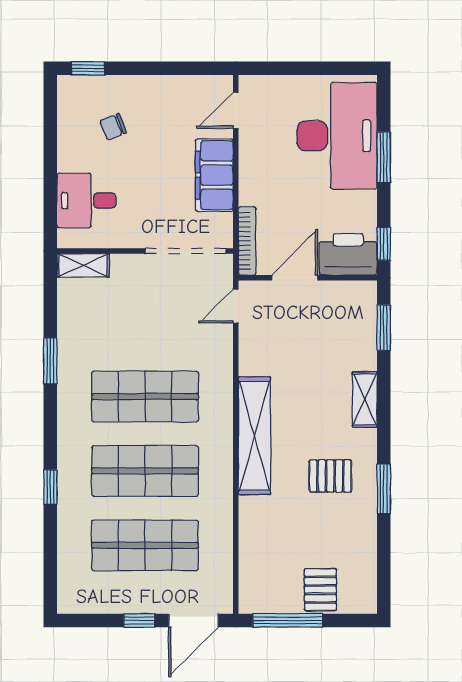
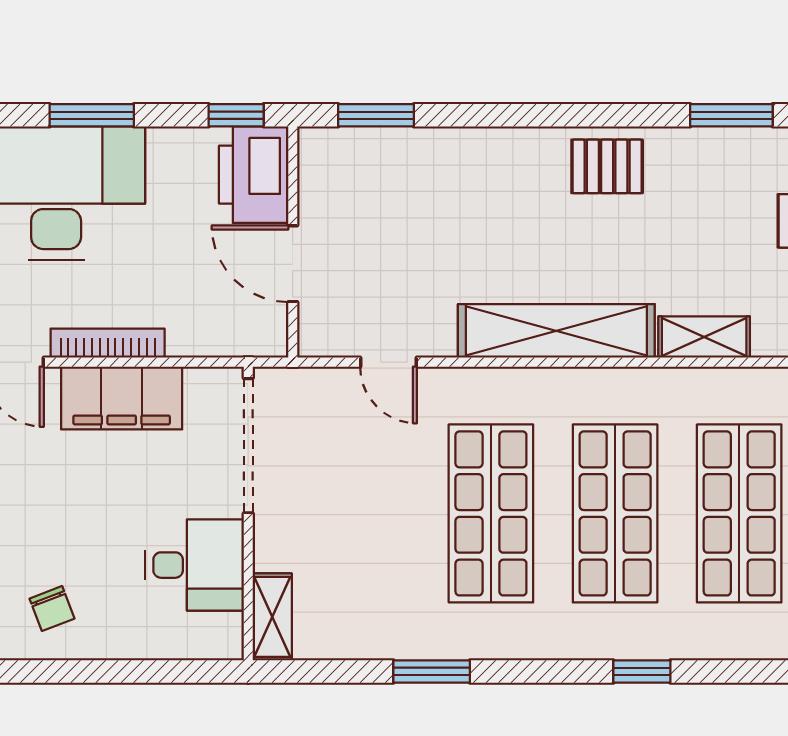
chair: (113, 127) -> (52, 609), moved
desk: (86, 201) -> (195, 565), moved, turned -90
bookcase: (247, 241) -> (108, 343), moved
door: (236, 306) -> (389, 362), moved
shelving: (365, 399) -> (704, 337), moved
pallet: (330, 476) -> (607, 166), moved, turned 90
window: (384, 489) -> (731, 115), moved

